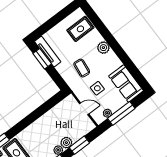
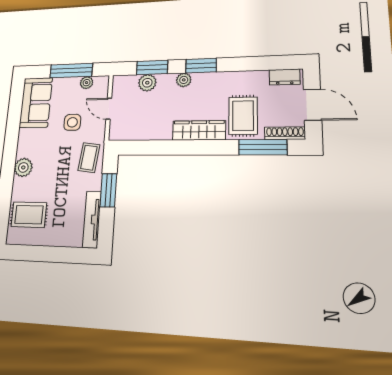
window: (42, 59) -> (108, 190), moved
coffee table: (82, 68) -> (89, 158), moved
wardrobe: (31, 131) -> (199, 130), added
plant: (66, 143) -> (147, 83), moved

